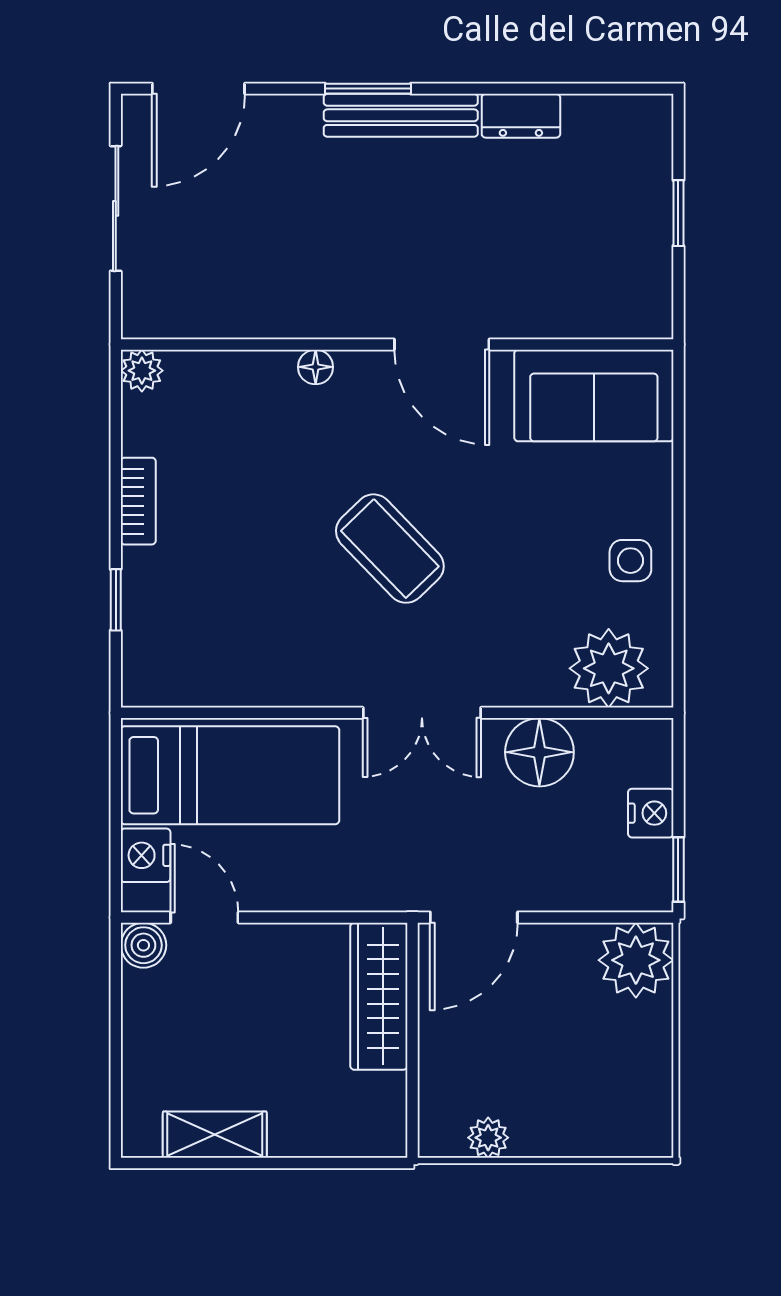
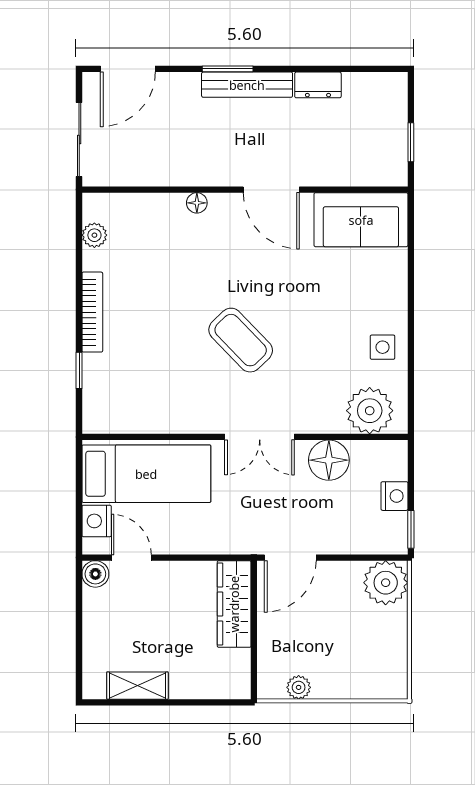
wall: (397, 344) -> (245, 190), moved
door: (442, 344) -> (271, 190), moved
floor lamp: (316, 367) -> (197, 203), moved
sofa: (594, 396) -> (361, 220), moved
bookcase: (138, 501) -> (92, 312), width x1.56

